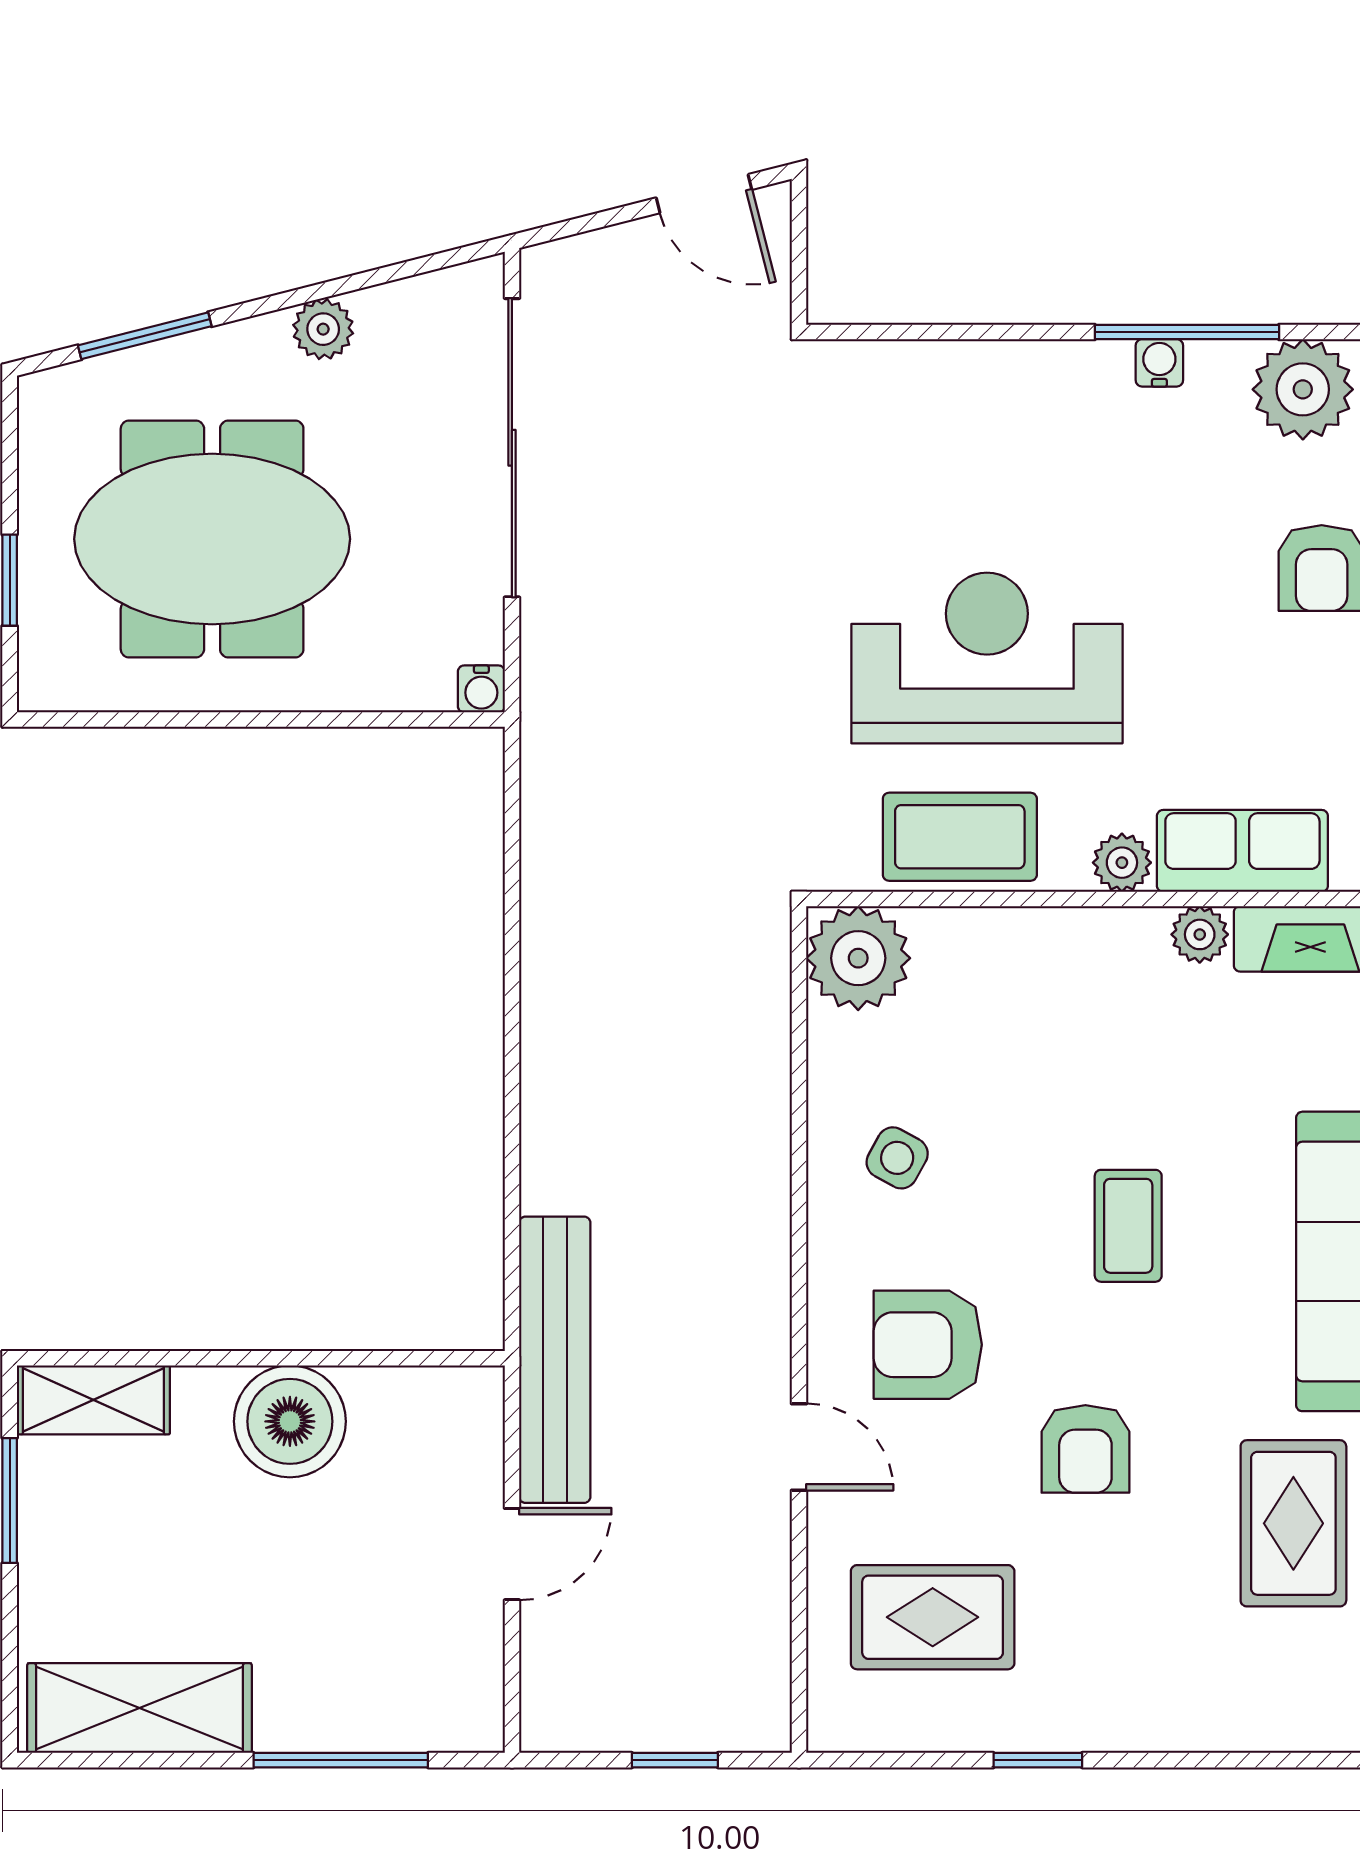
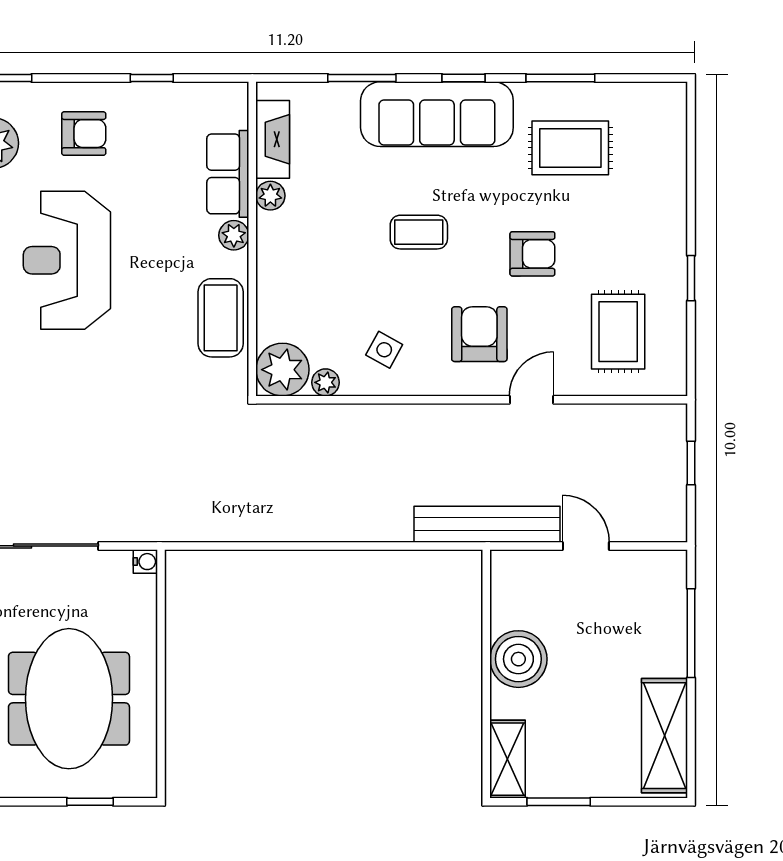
reception desk: (987, 658) -> (67, 260), moved
plant: (833, 1043) -> (326, 382), added
armchair: (928, 1345) -> (479, 334), turned 180

